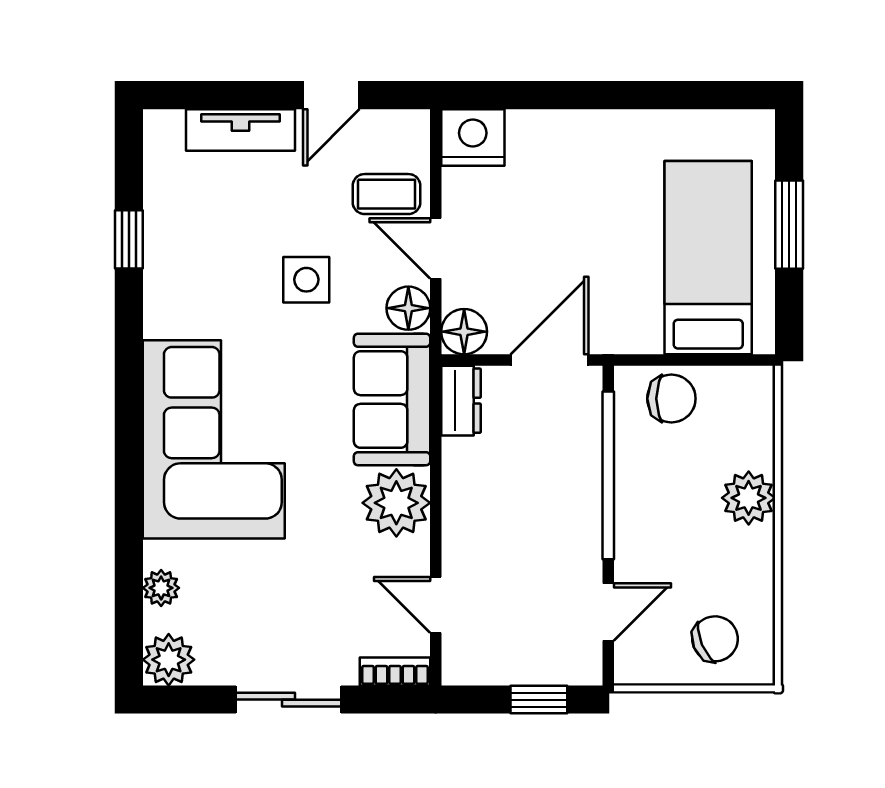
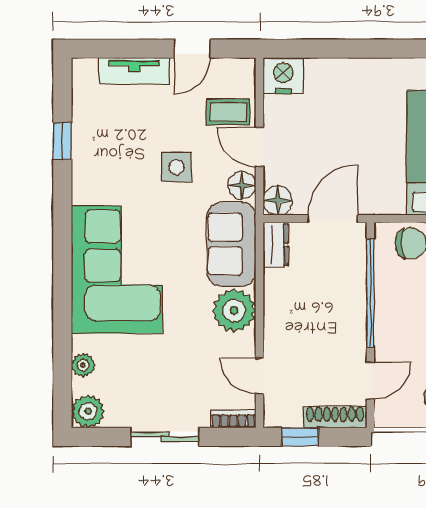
shoe rack: (553, 669) -> (335, 417), added
window: (539, 700) -> (300, 437), moved

